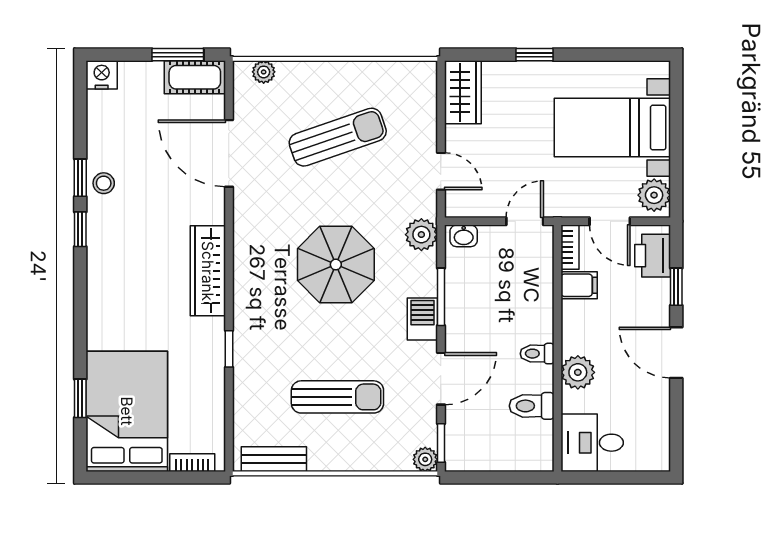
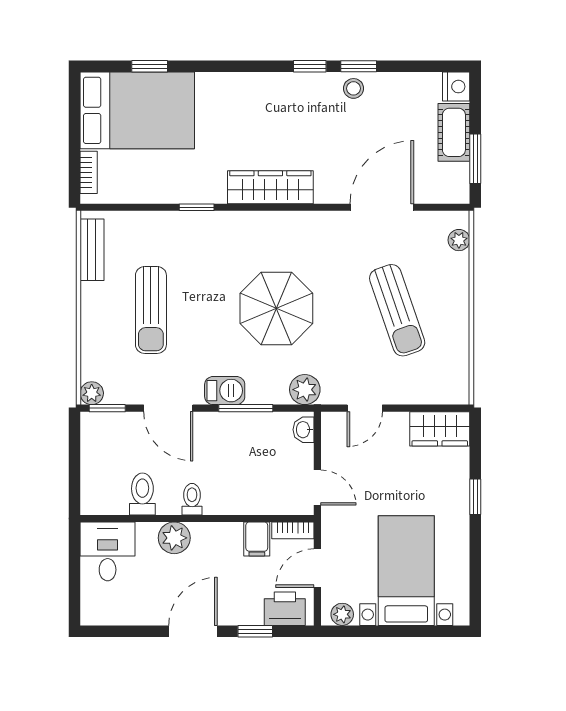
cot: (195, 77) -> (454, 132), moved
plant: (654, 195) -> (342, 614), width x0.73, depth x0.73

